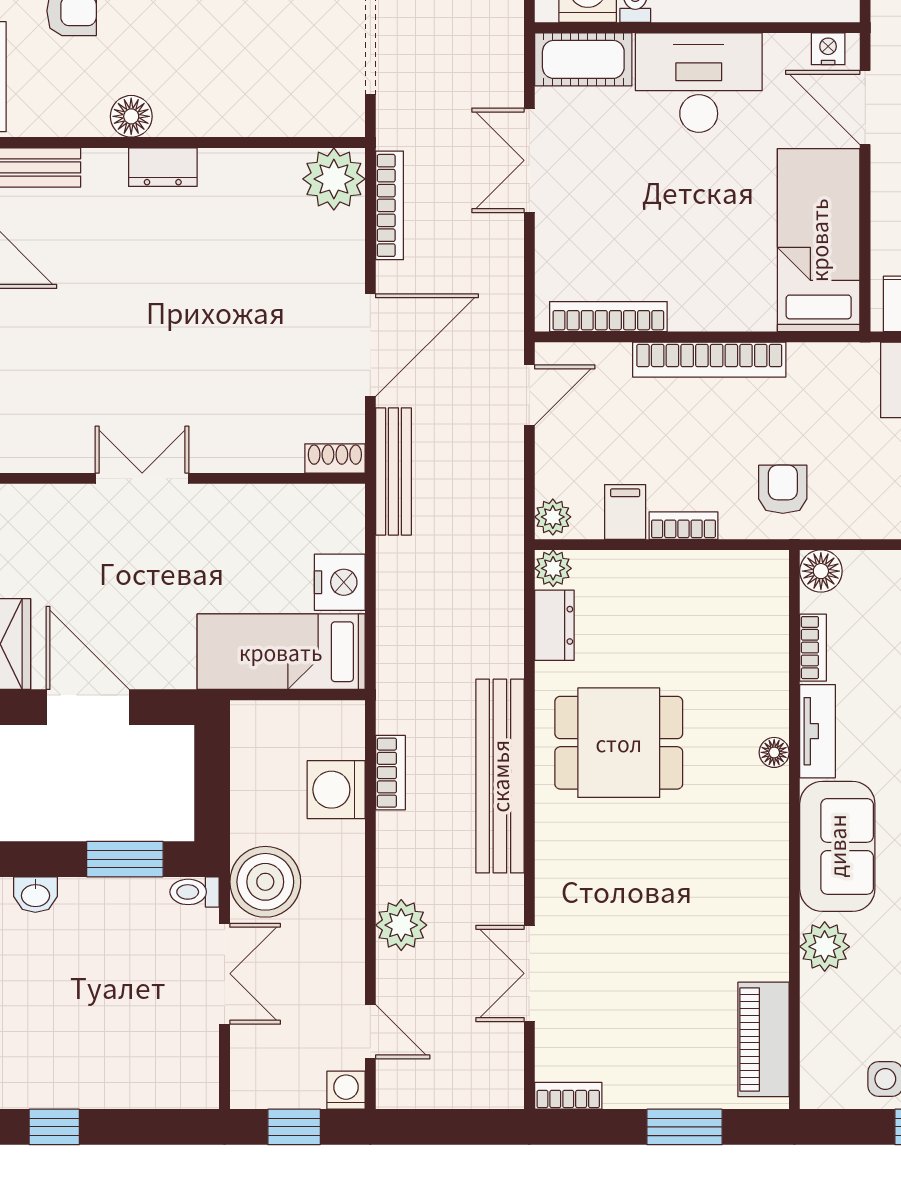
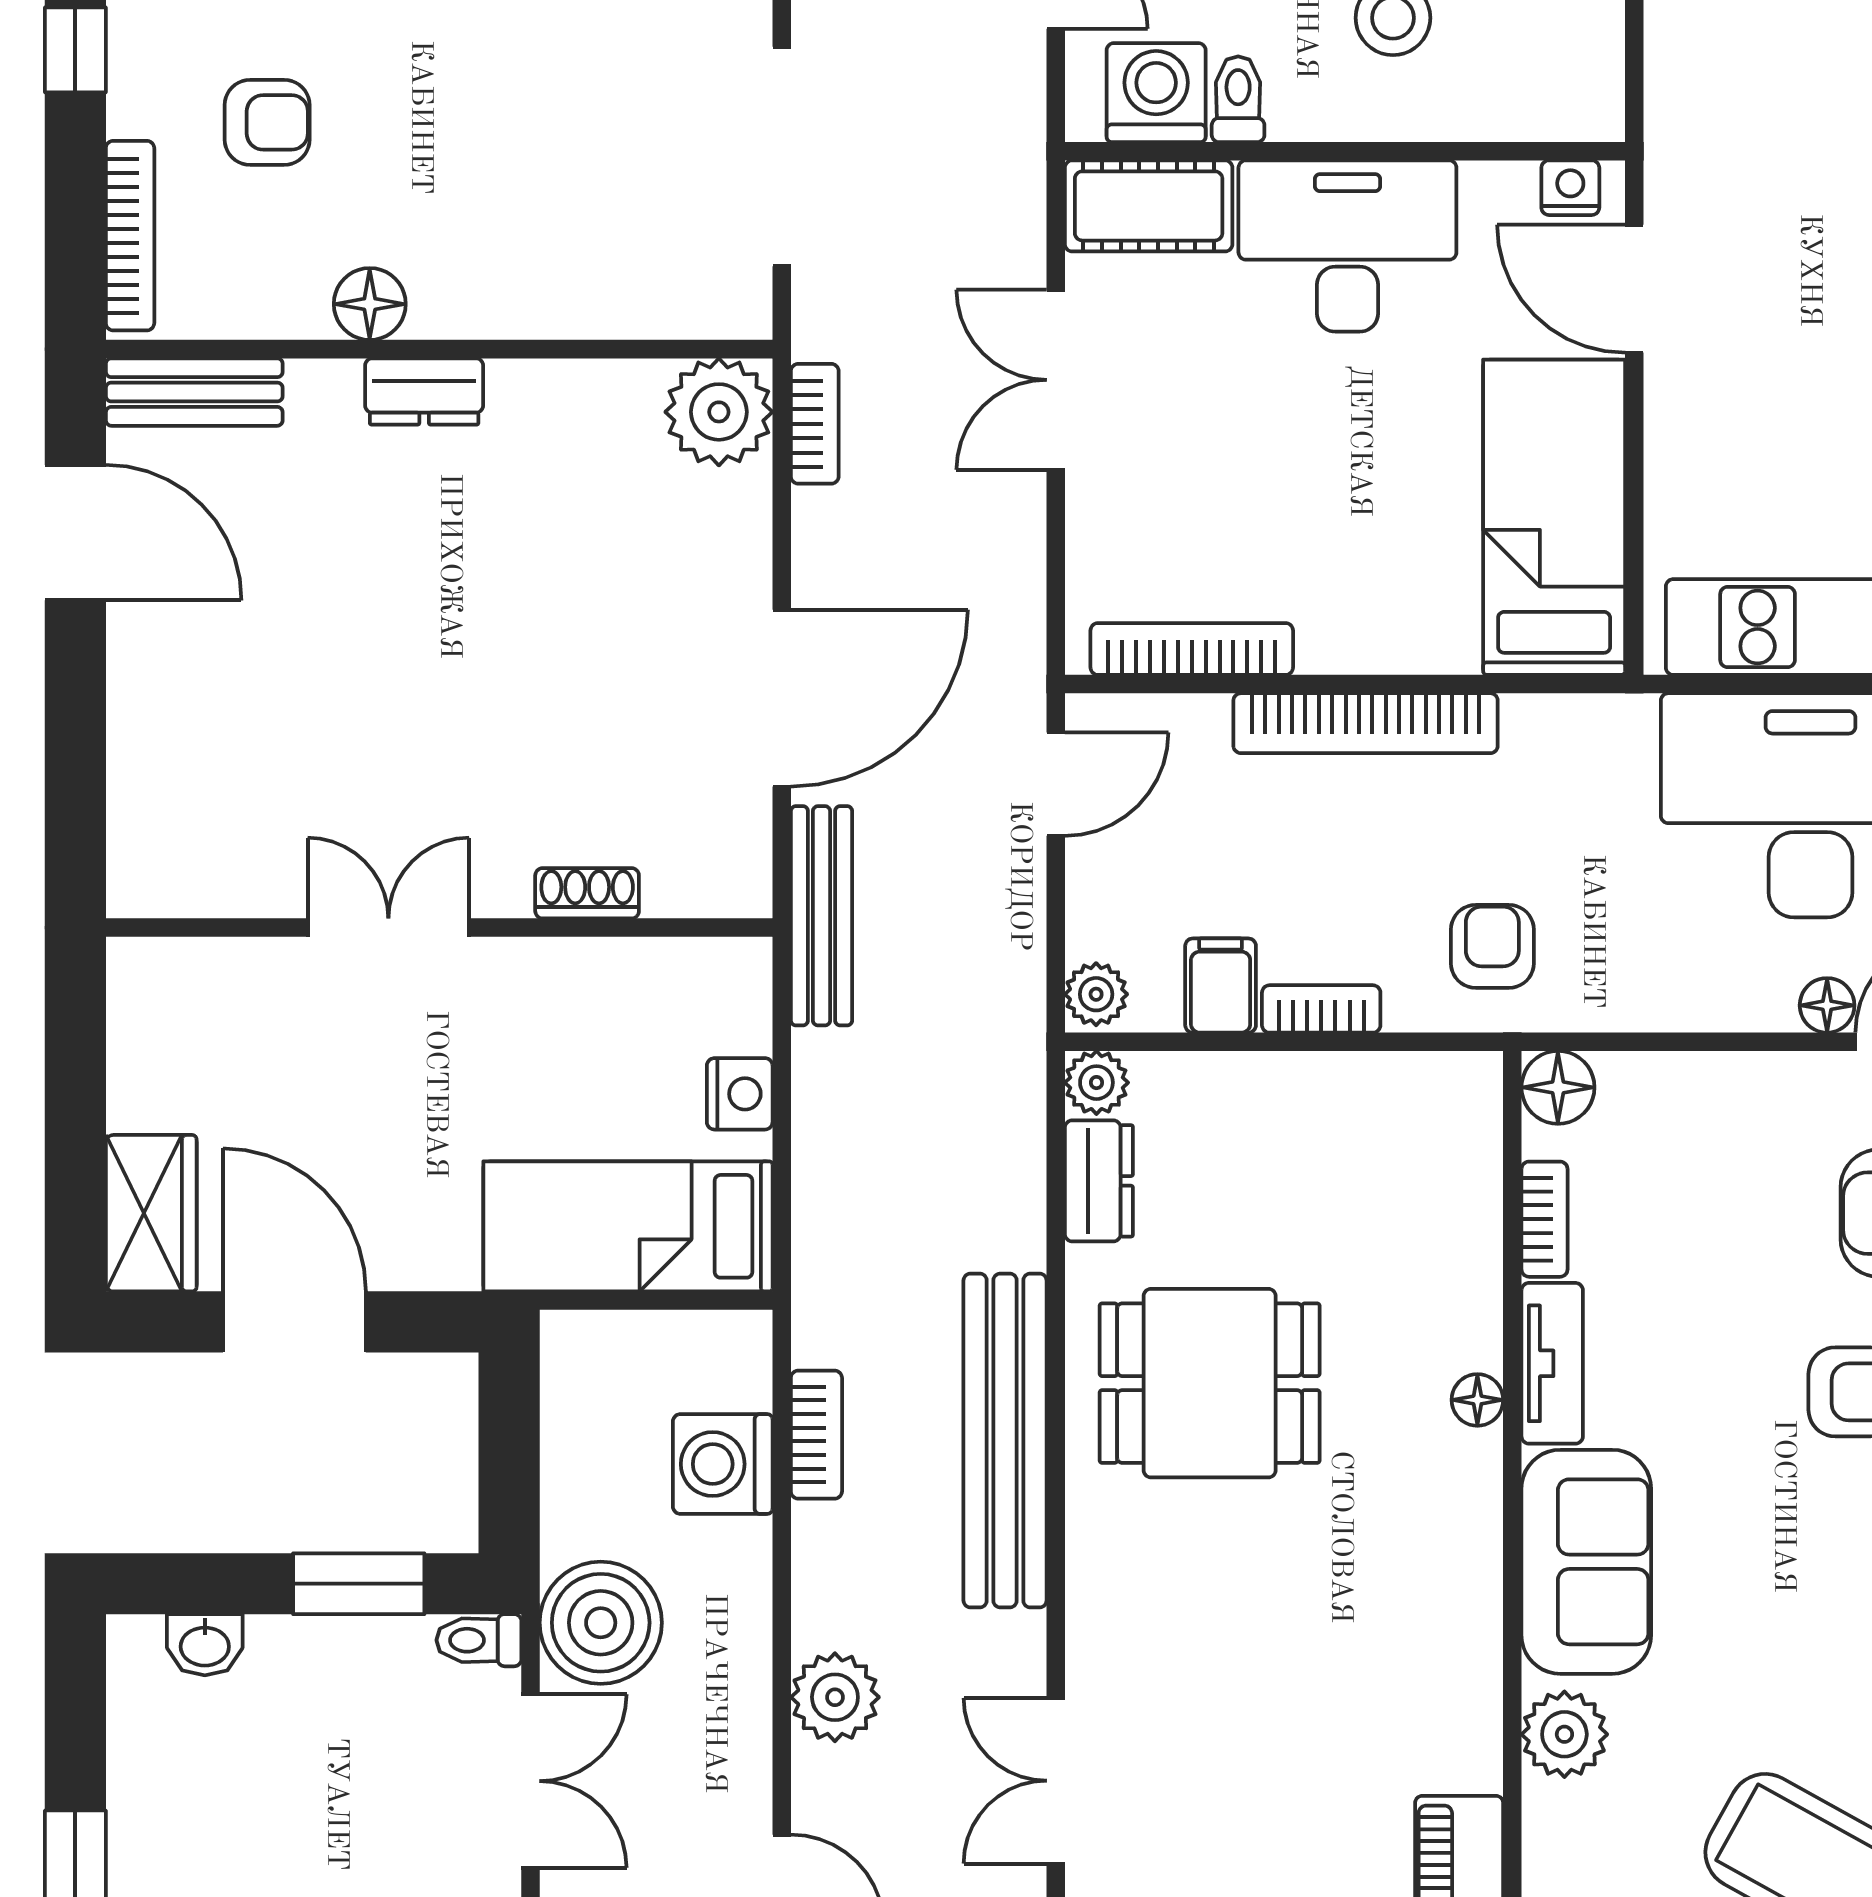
bookcase: (390, 205) -> (815, 424), width x0.64
shoe rack: (335, 458) -> (587, 893), moved
nightstand: (340, 582) -> (740, 1094), width x0.74, depth x0.75

